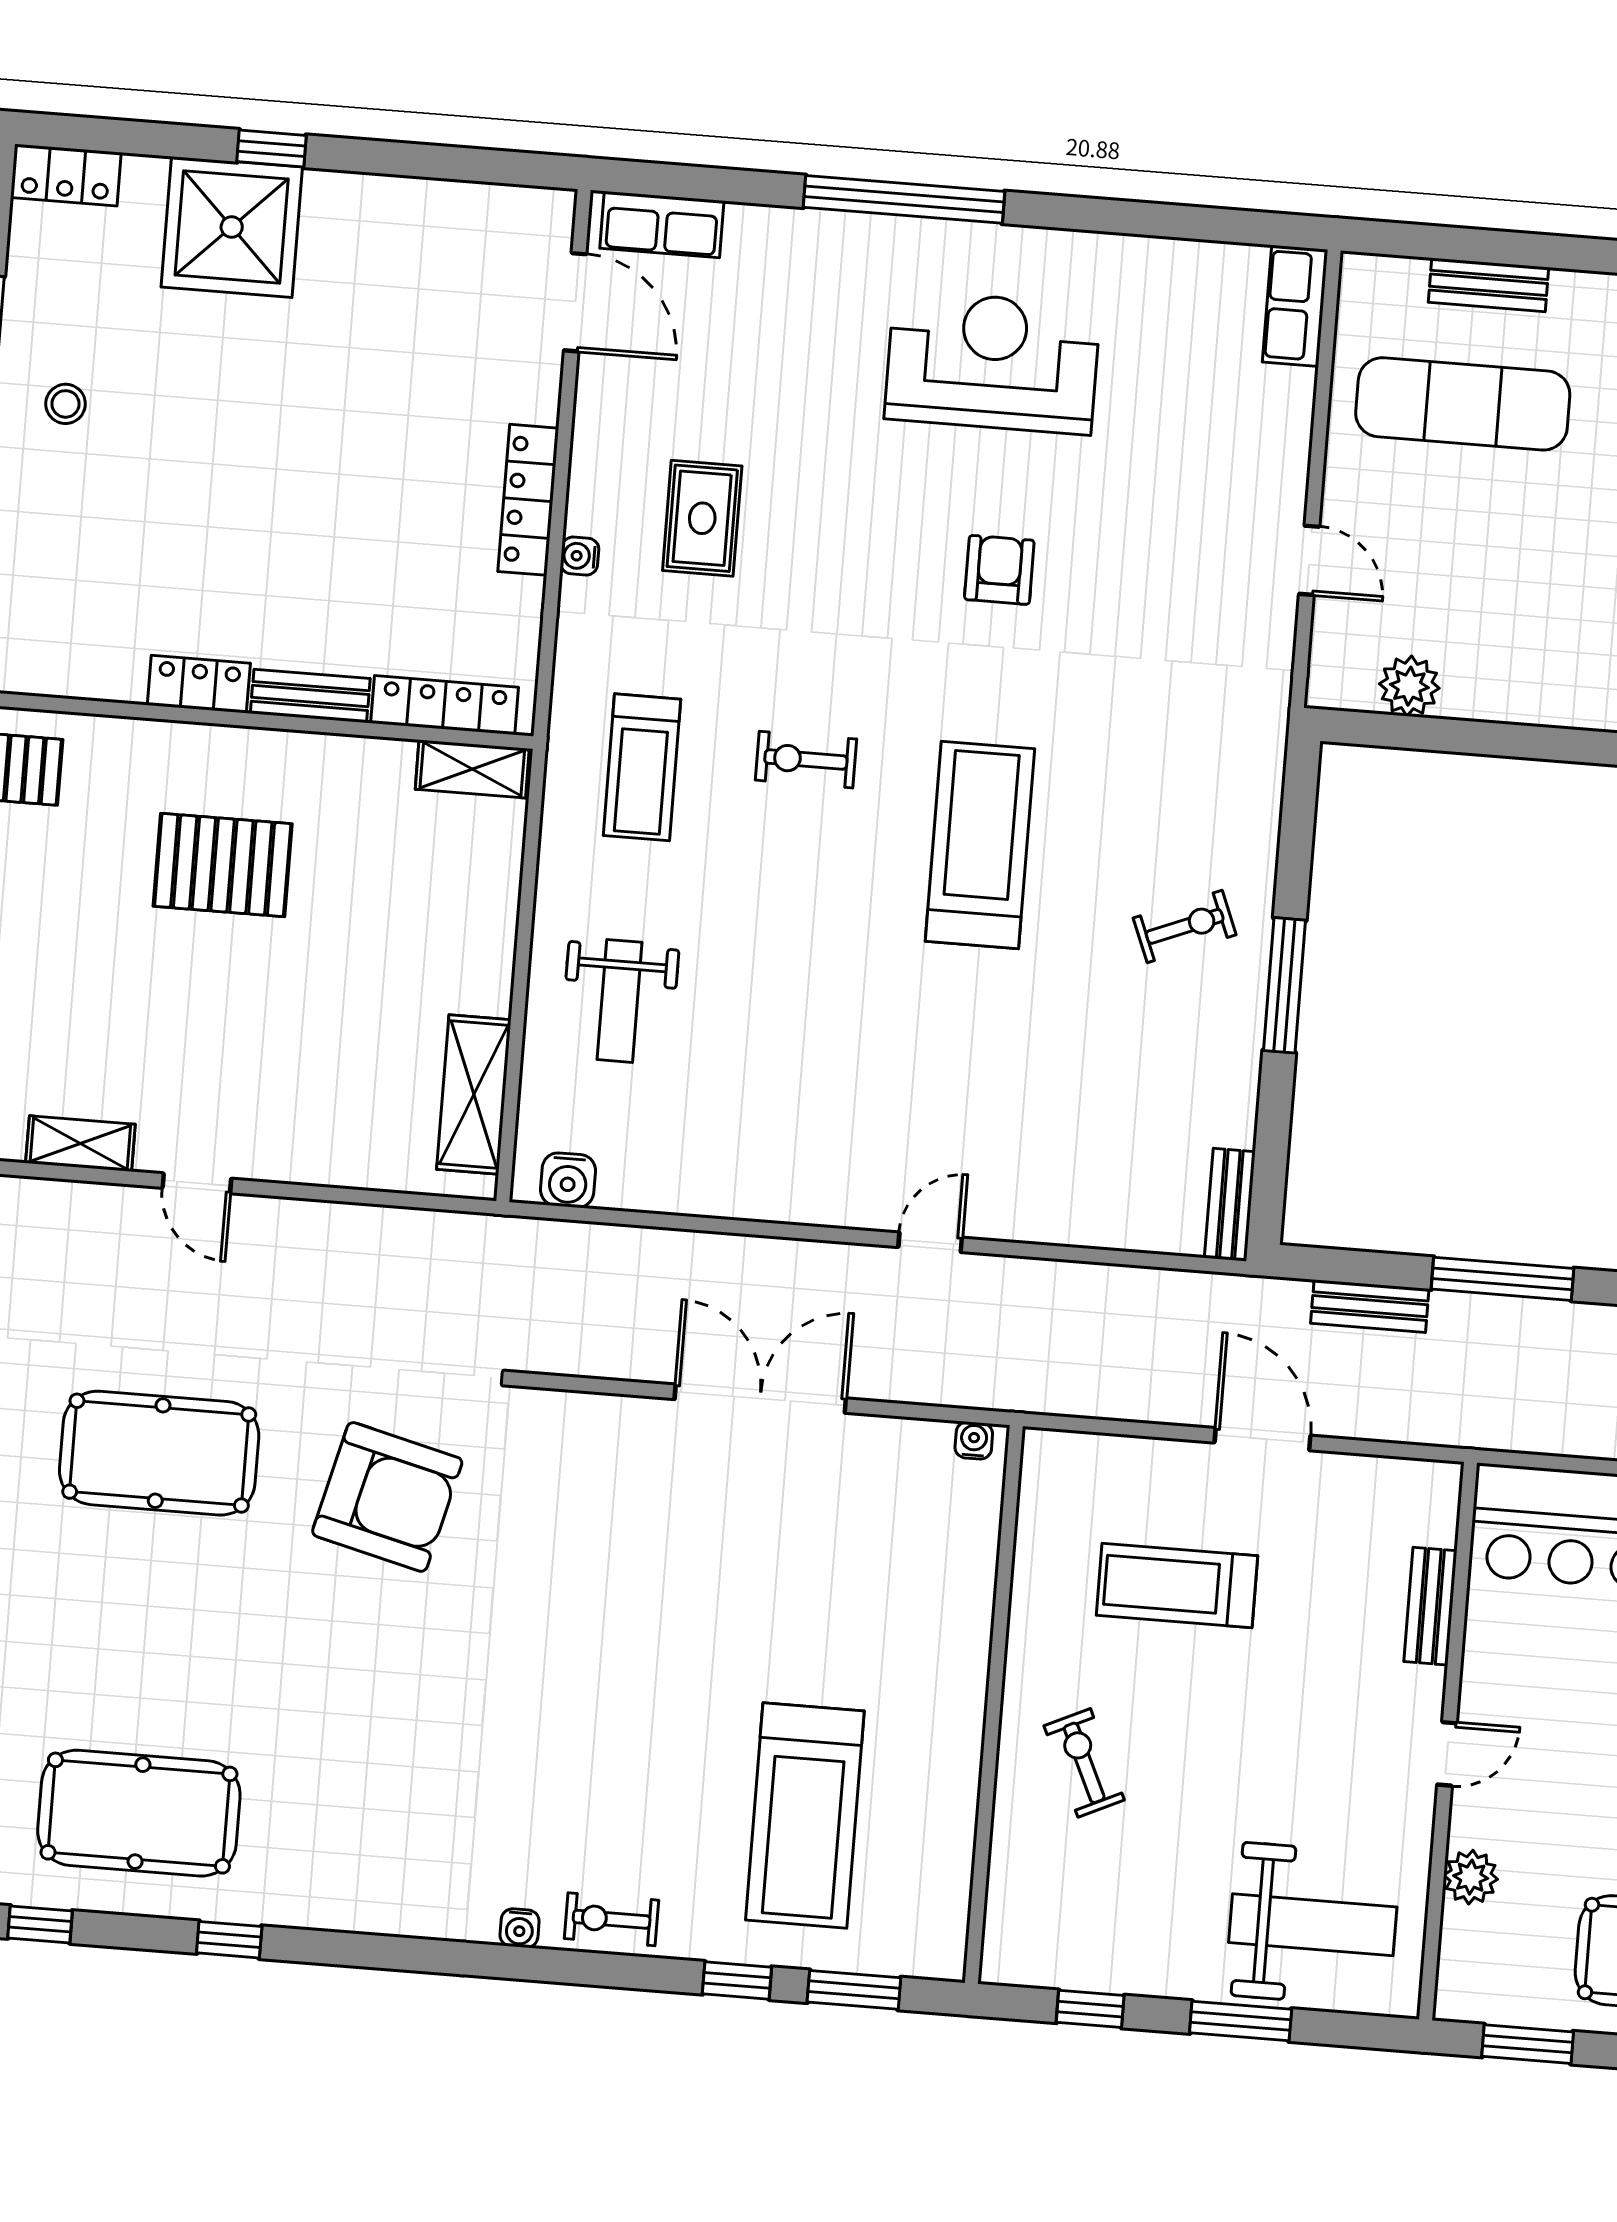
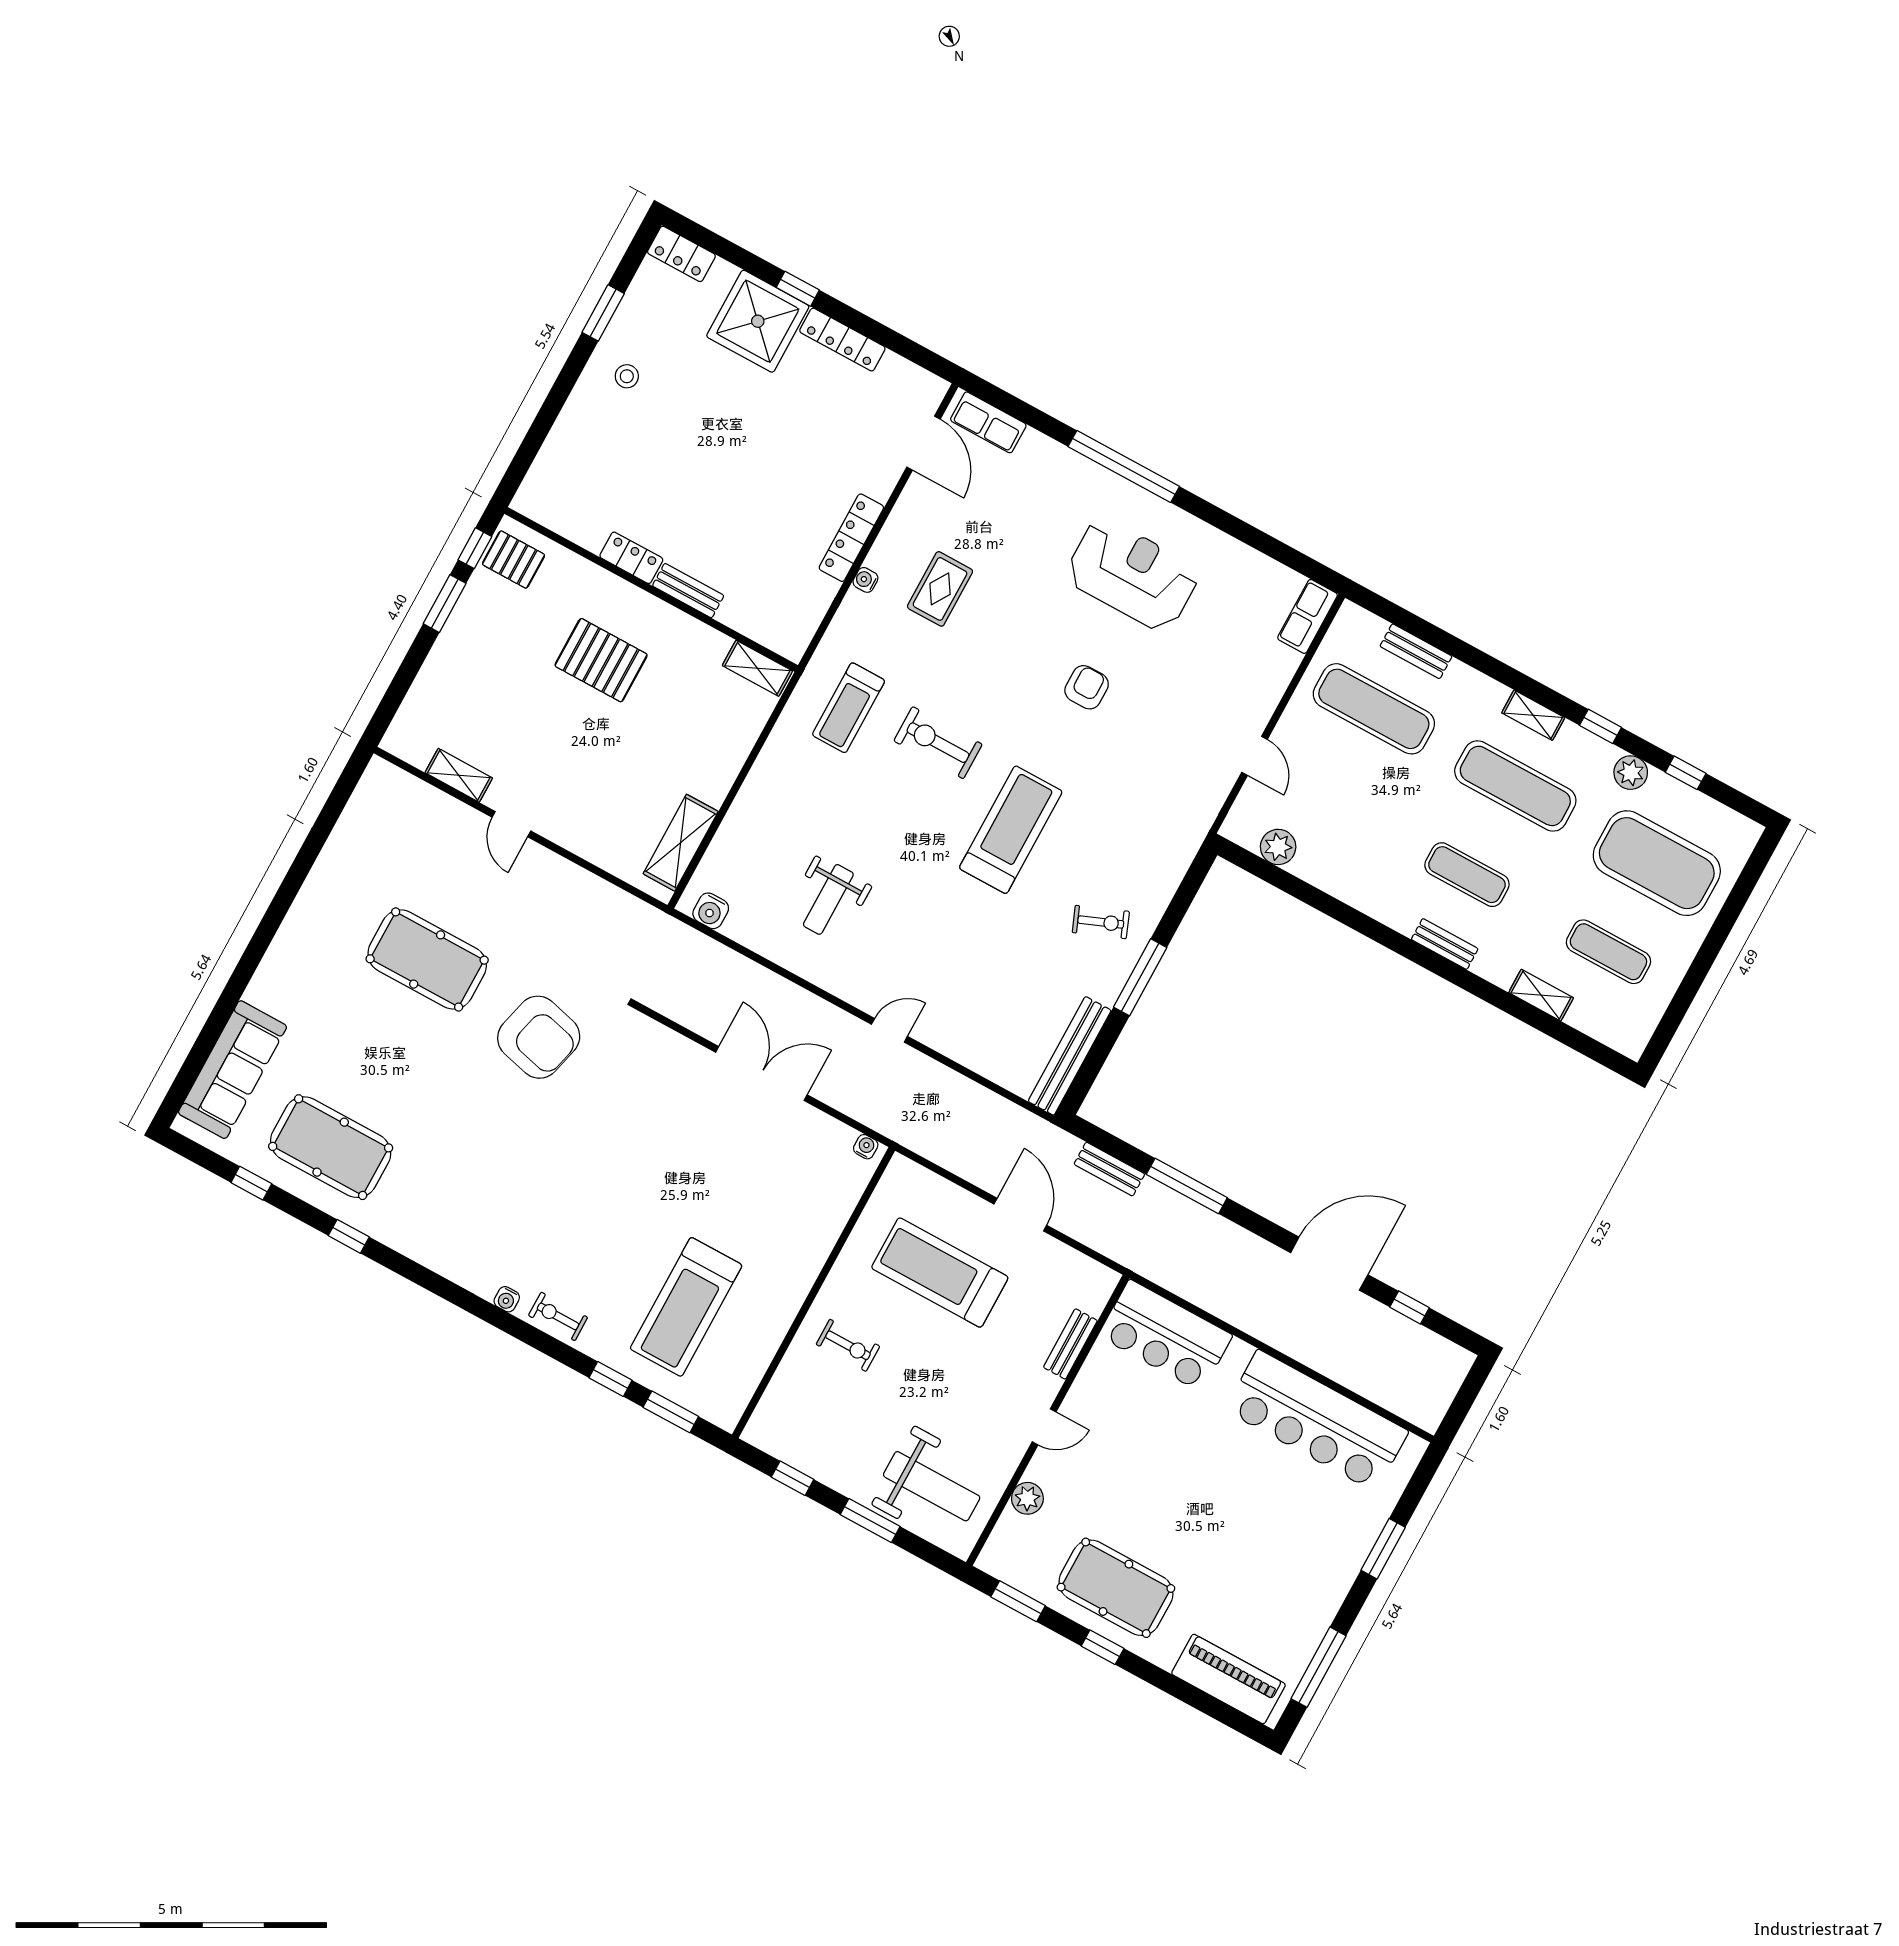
locker: (445, 705) -> (842, 340), moved, turned 180
exercise bike: (806, 760) -> (938, 743), width x1.38, depth x1.39
weight bench: (620, 1001) -> (828, 899), moved
bench: (1230, 1205) -> (1070, 1056), width x1.86, depth x1.21
treadmill: (1177, 1585) -> (940, 1273), width x1.37, depth x1.38
exercise bike: (1084, 1763) -> (848, 1345), turned 115

